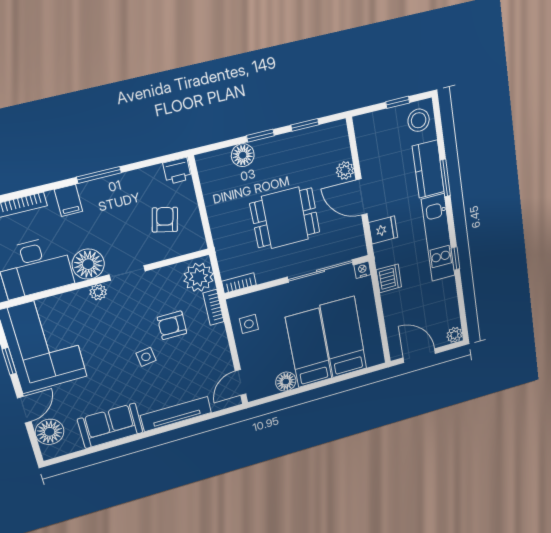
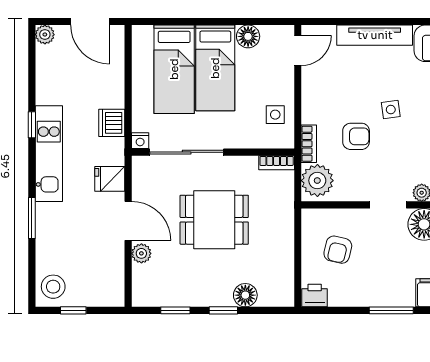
kitchen counter: (428, 169) -> (50, 232), removed

